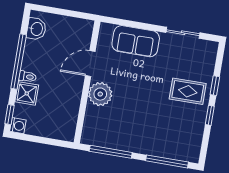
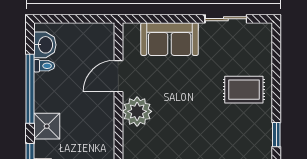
toilet: (28, 77) -> (44, 66), moved
window: (215, 86) -> (276, 77), removed
window: (210, 115) -> (276, 135), moved

